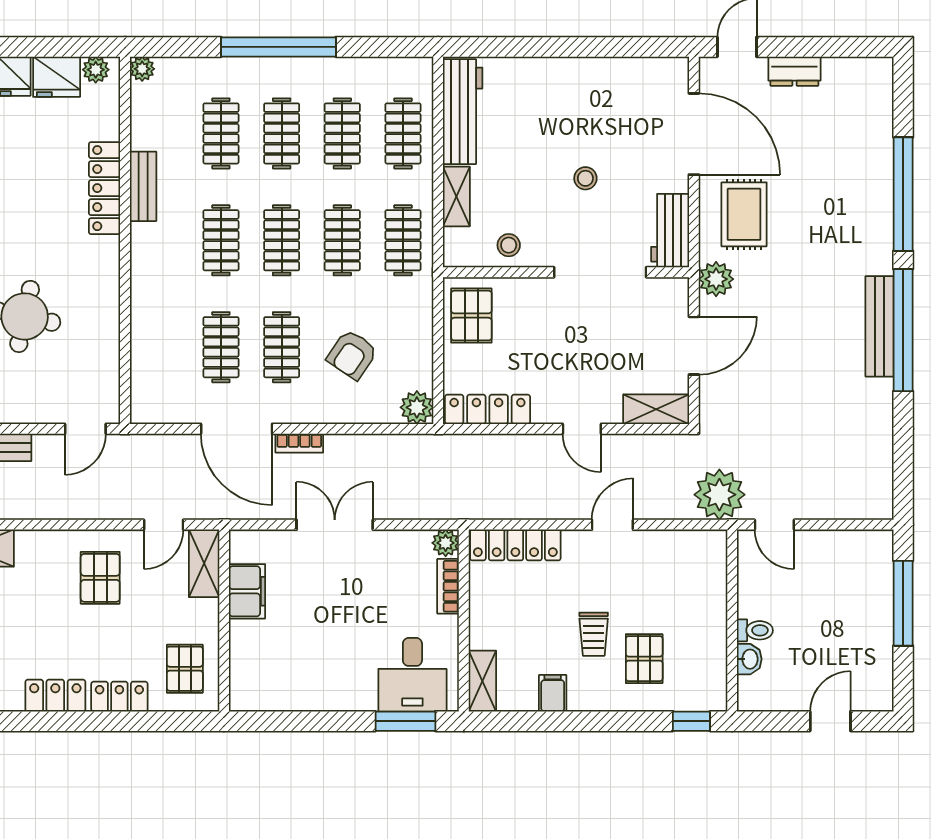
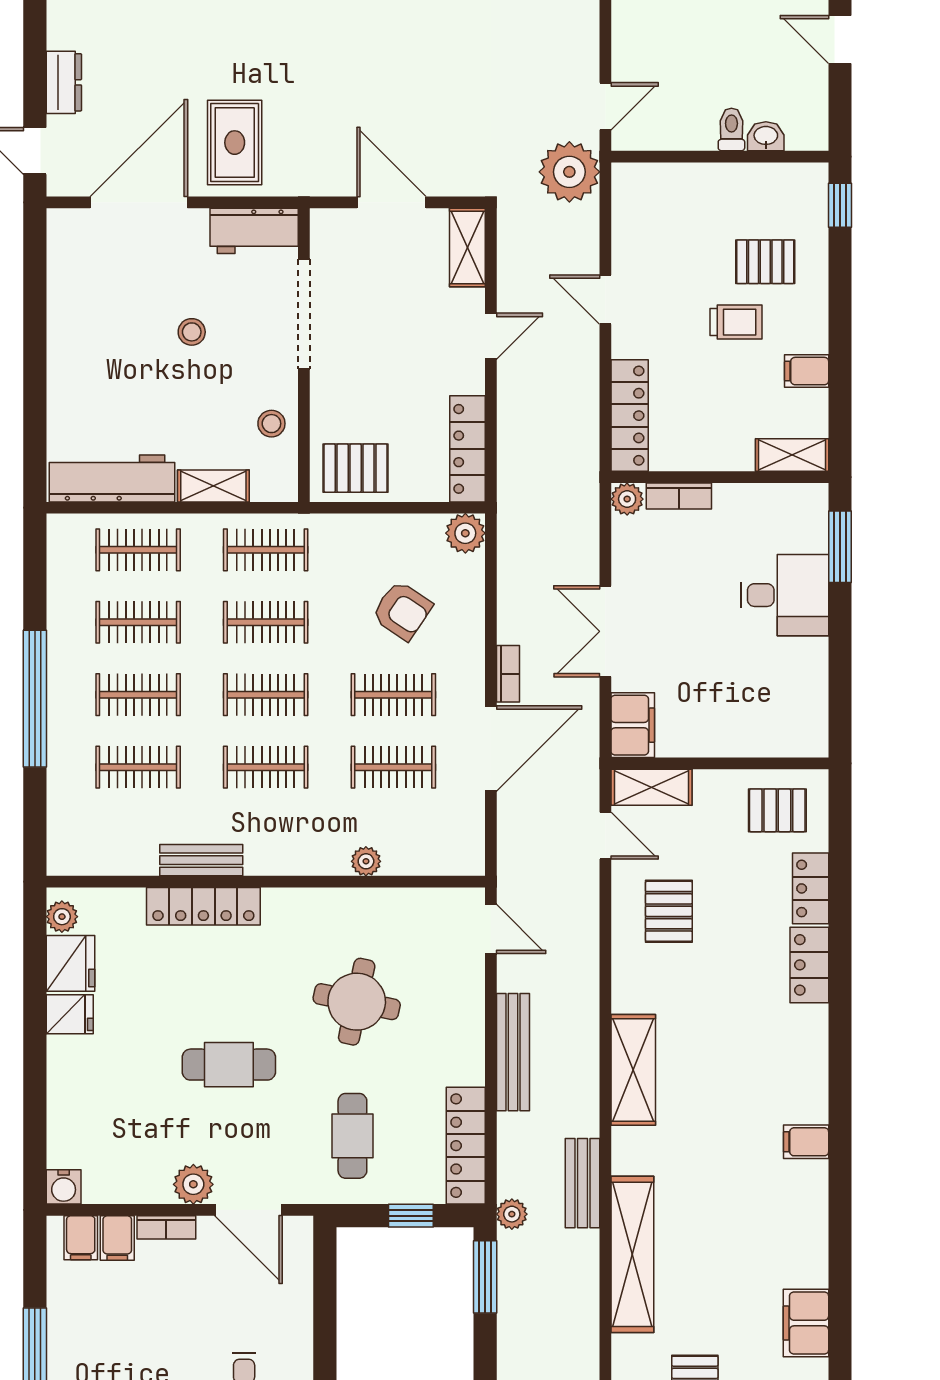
plant: (142, 69) -> (366, 861), moved
rug: (744, 214) -> (235, 143), turned 90
plant: (716, 279) -> (312, 176), removed
pallet: (100, 578) -> (669, 911), turned 90
filing cabinet: (247, 591) -> (633, 725), moved, turned 90
desk: (412, 675) -> (785, 595), moved

